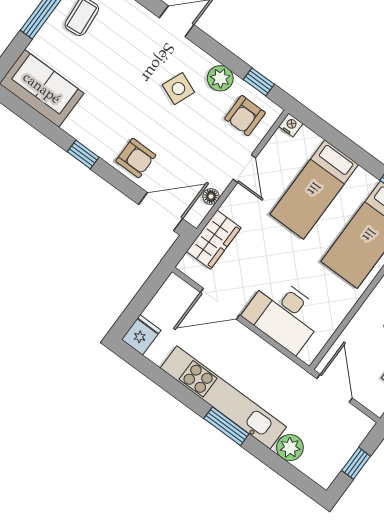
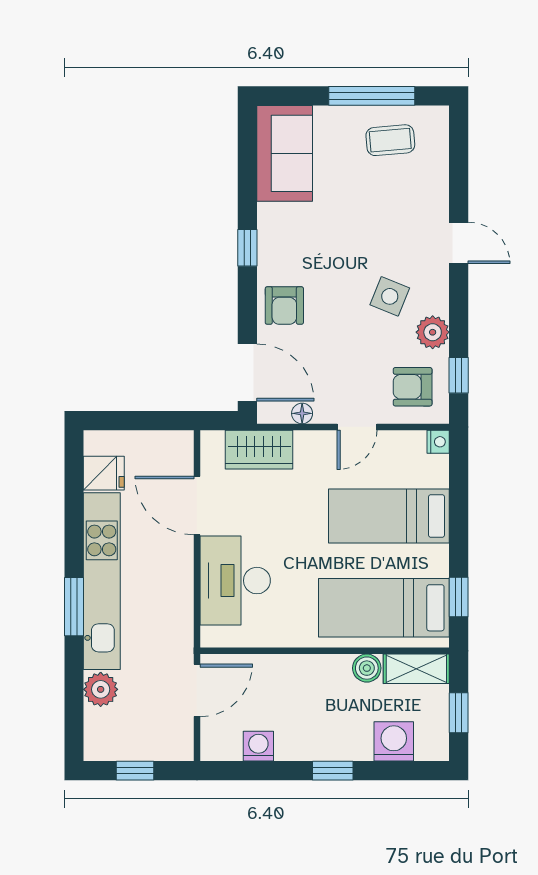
fridge: (141, 335) -> (104, 473), moved

